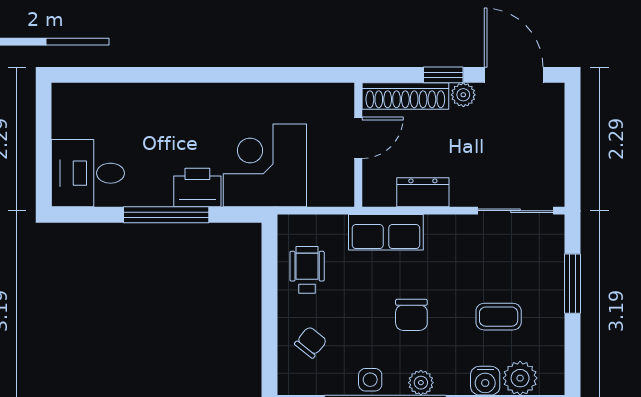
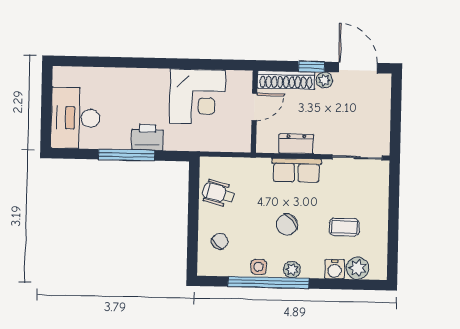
corner desk: (265, 165) -> (197, 97), moved, turned 180
desk: (88, 173) -> (75, 118), width x1.37
row of seats: (386, 232) -> (296, 170), moved
wheelchair: (307, 270) -> (219, 193), turned -75
window: (573, 284) -> (394, 206), removed
chair: (411, 315) -> (287, 225), turned 50

